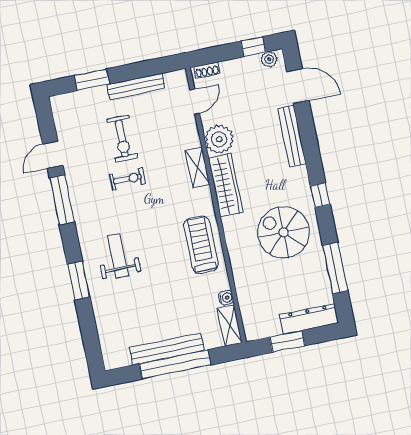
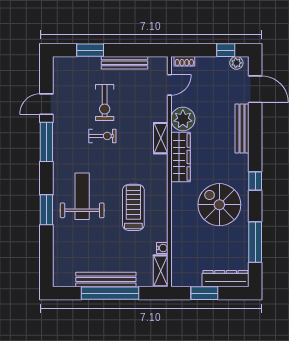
treadmill: (201, 245) -> (133, 207), moved
weight bench: (118, 256) -> (82, 196), width x1.36, depth x1.33

